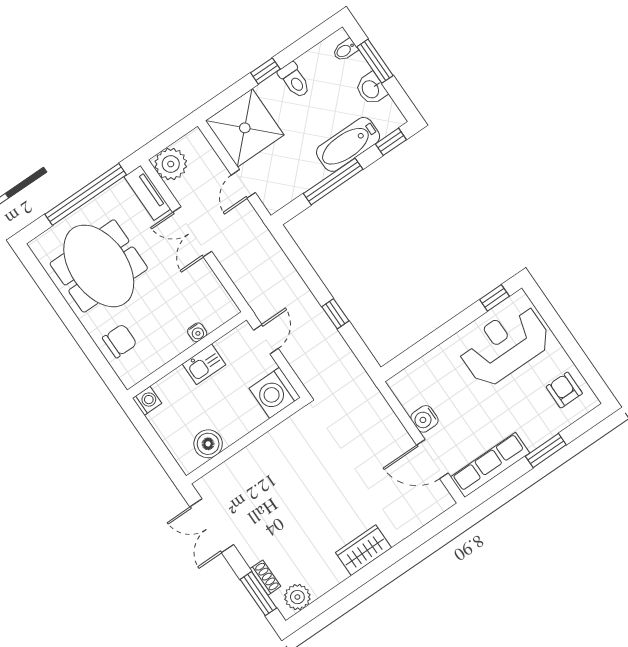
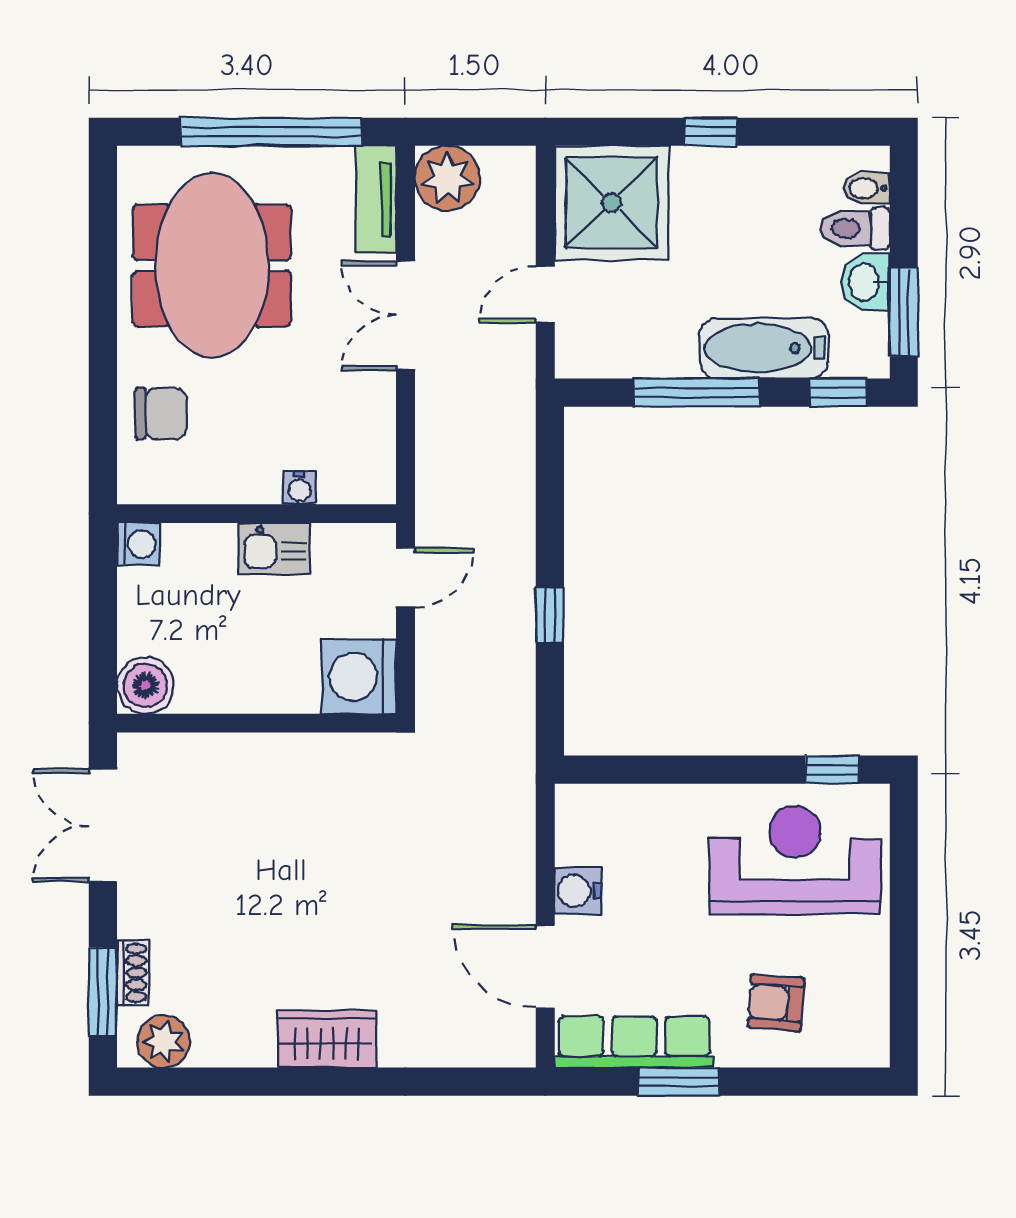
window: (375, 61) -> (904, 312), moved
toilet: (294, 80) -> (855, 229), moved, turned 90
armchair: (564, 390) -> (776, 1003), moved, turned -86
boiler: (208, 444) -> (145, 685), moved
window: (546, 451) -> (678, 1082), moved

